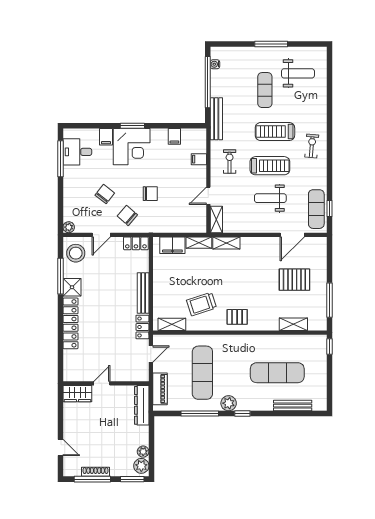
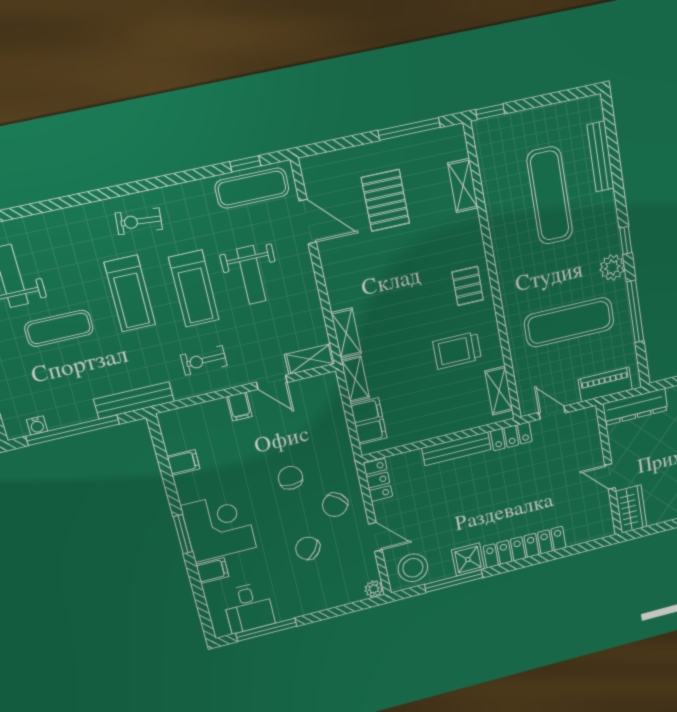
filing cabinet: (199, 159) -> (239, 406), moved
treadmill: (270, 166) -> (194, 289), turned 180
trolley: (202, 304) -> (457, 350), turned 108

